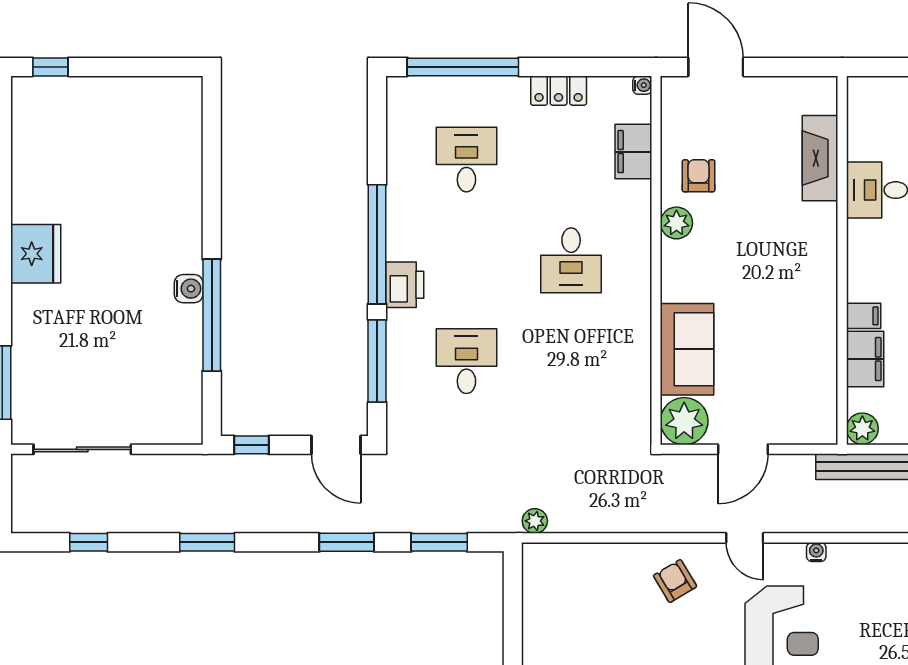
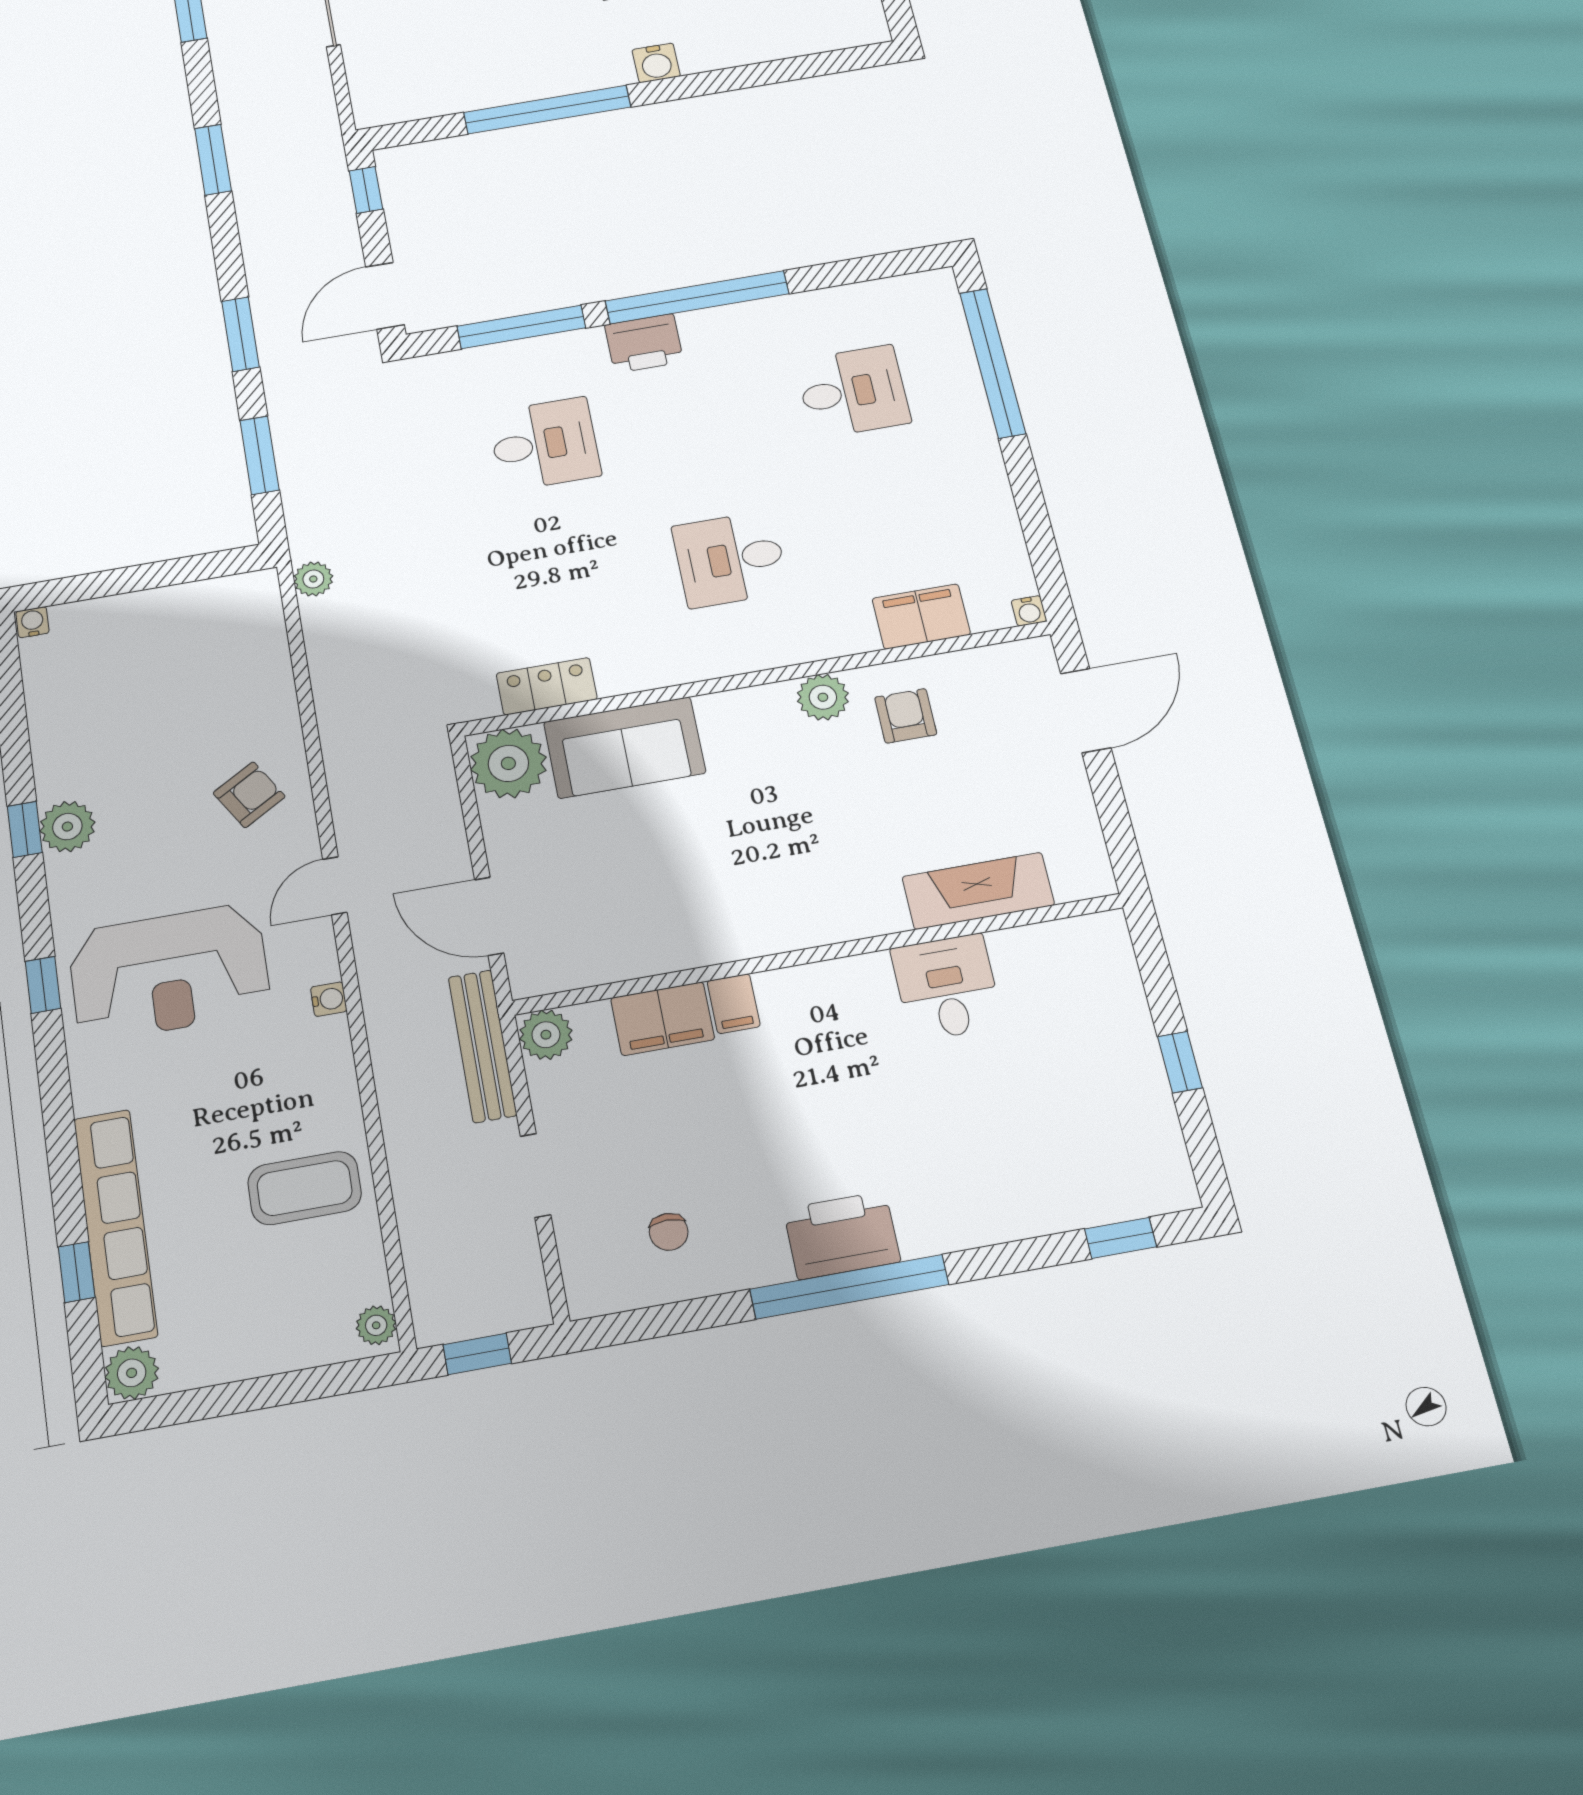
locker: (559, 91) -> (547, 686), moved, turned 90
armchair: (699, 176) -> (906, 716), turned -90
water cooler: (189, 289) -> (656, 63), moved
door: (743, 449) -> (489, 916), moved

